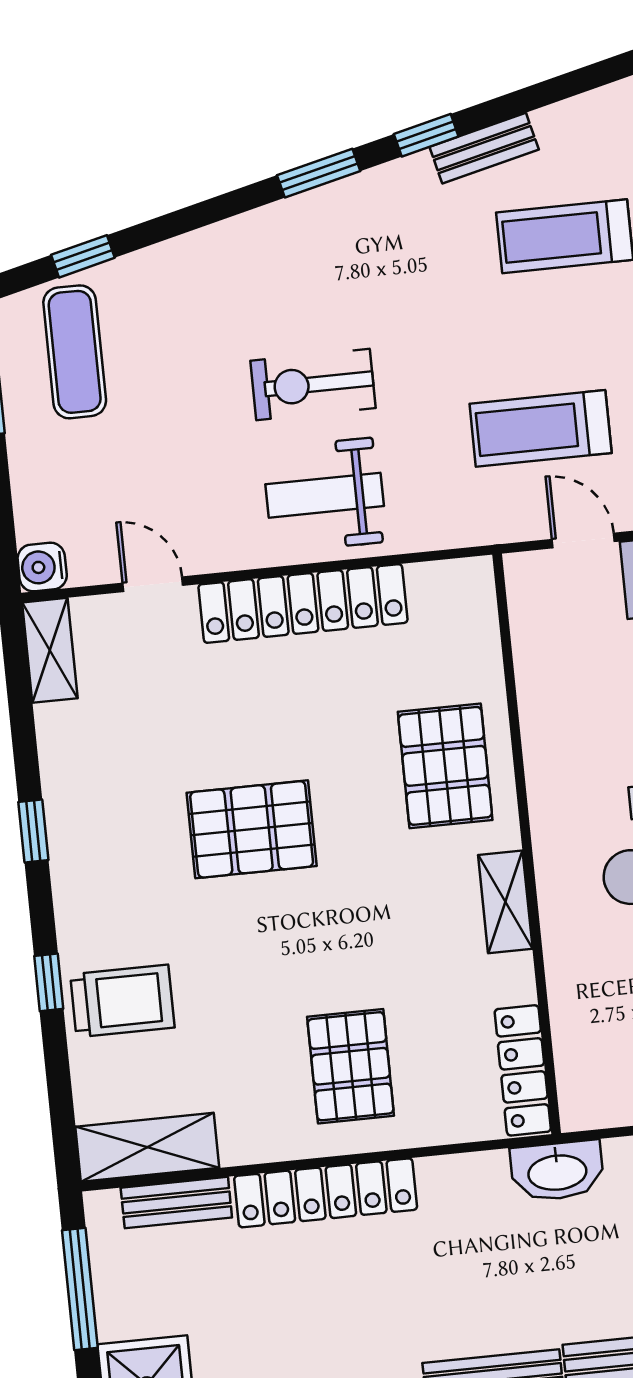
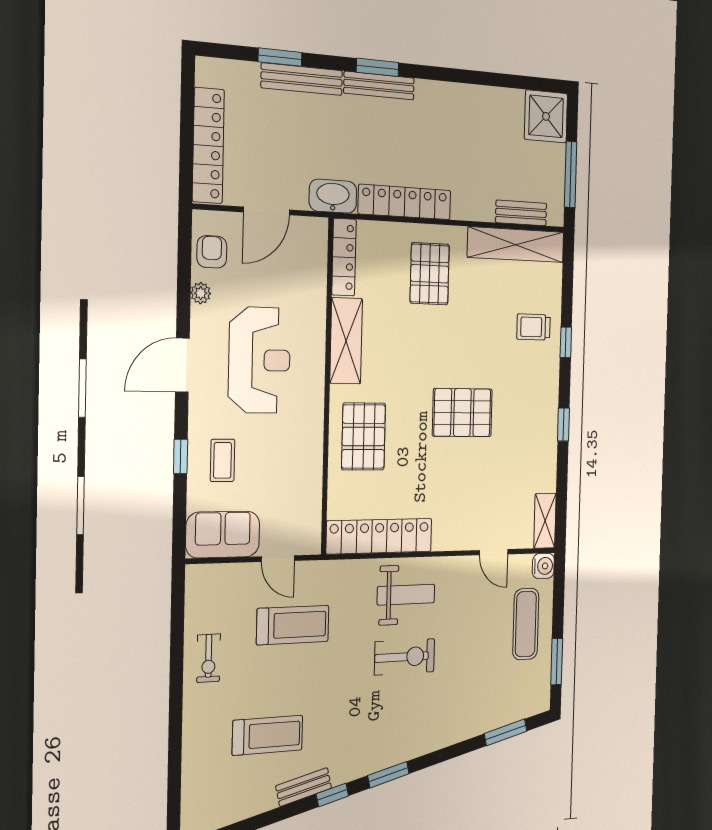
window: (83, 256) -> (506, 732), width x1.50
exercise mat: (75, 352) -> (526, 624), moved
locker: (303, 604) -> (379, 536), moved
shelving: (505, 902) -> (346, 341), width x1.50, depth x1.33
trolley: (122, 1001) -> (533, 327), width x0.73, depth x0.72
shelving: (147, 1147) -> (516, 245), width x1.47
locker: (326, 1193) -> (405, 202), moved

